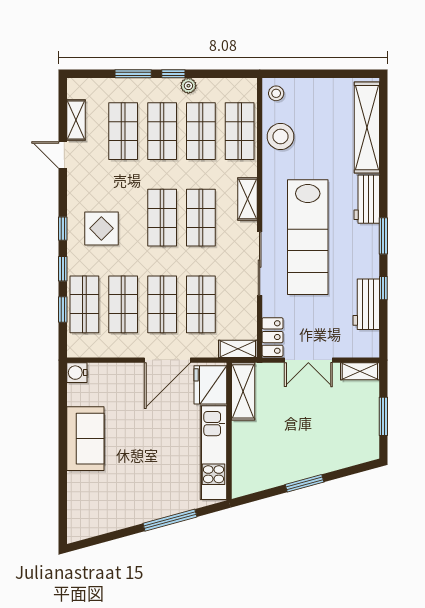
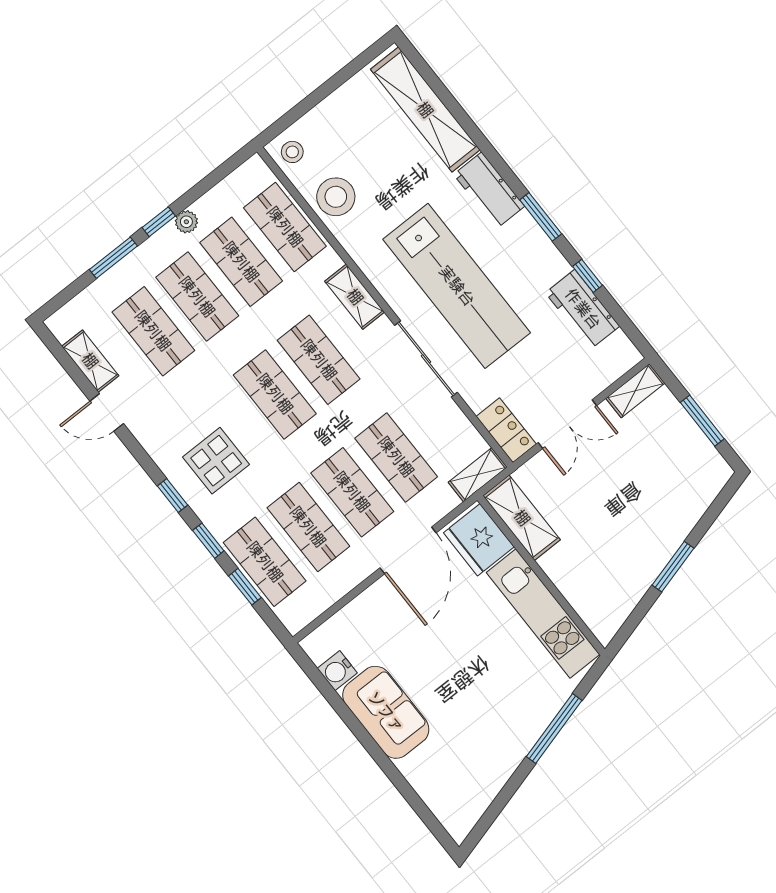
water cooler: (77, 373) -> (337, 671), moved

